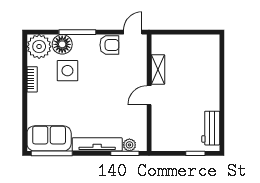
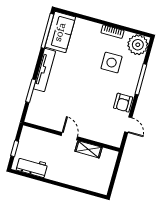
floor lamp: (62, 44) -> (134, 64), removed
shelving: (158, 69) -> (89, 149), moved
wall: (149, 93) -> (71, 137), moved
door: (149, 95) -> (69, 136), moved
plant: (129, 145) -> (37, 96), removed

